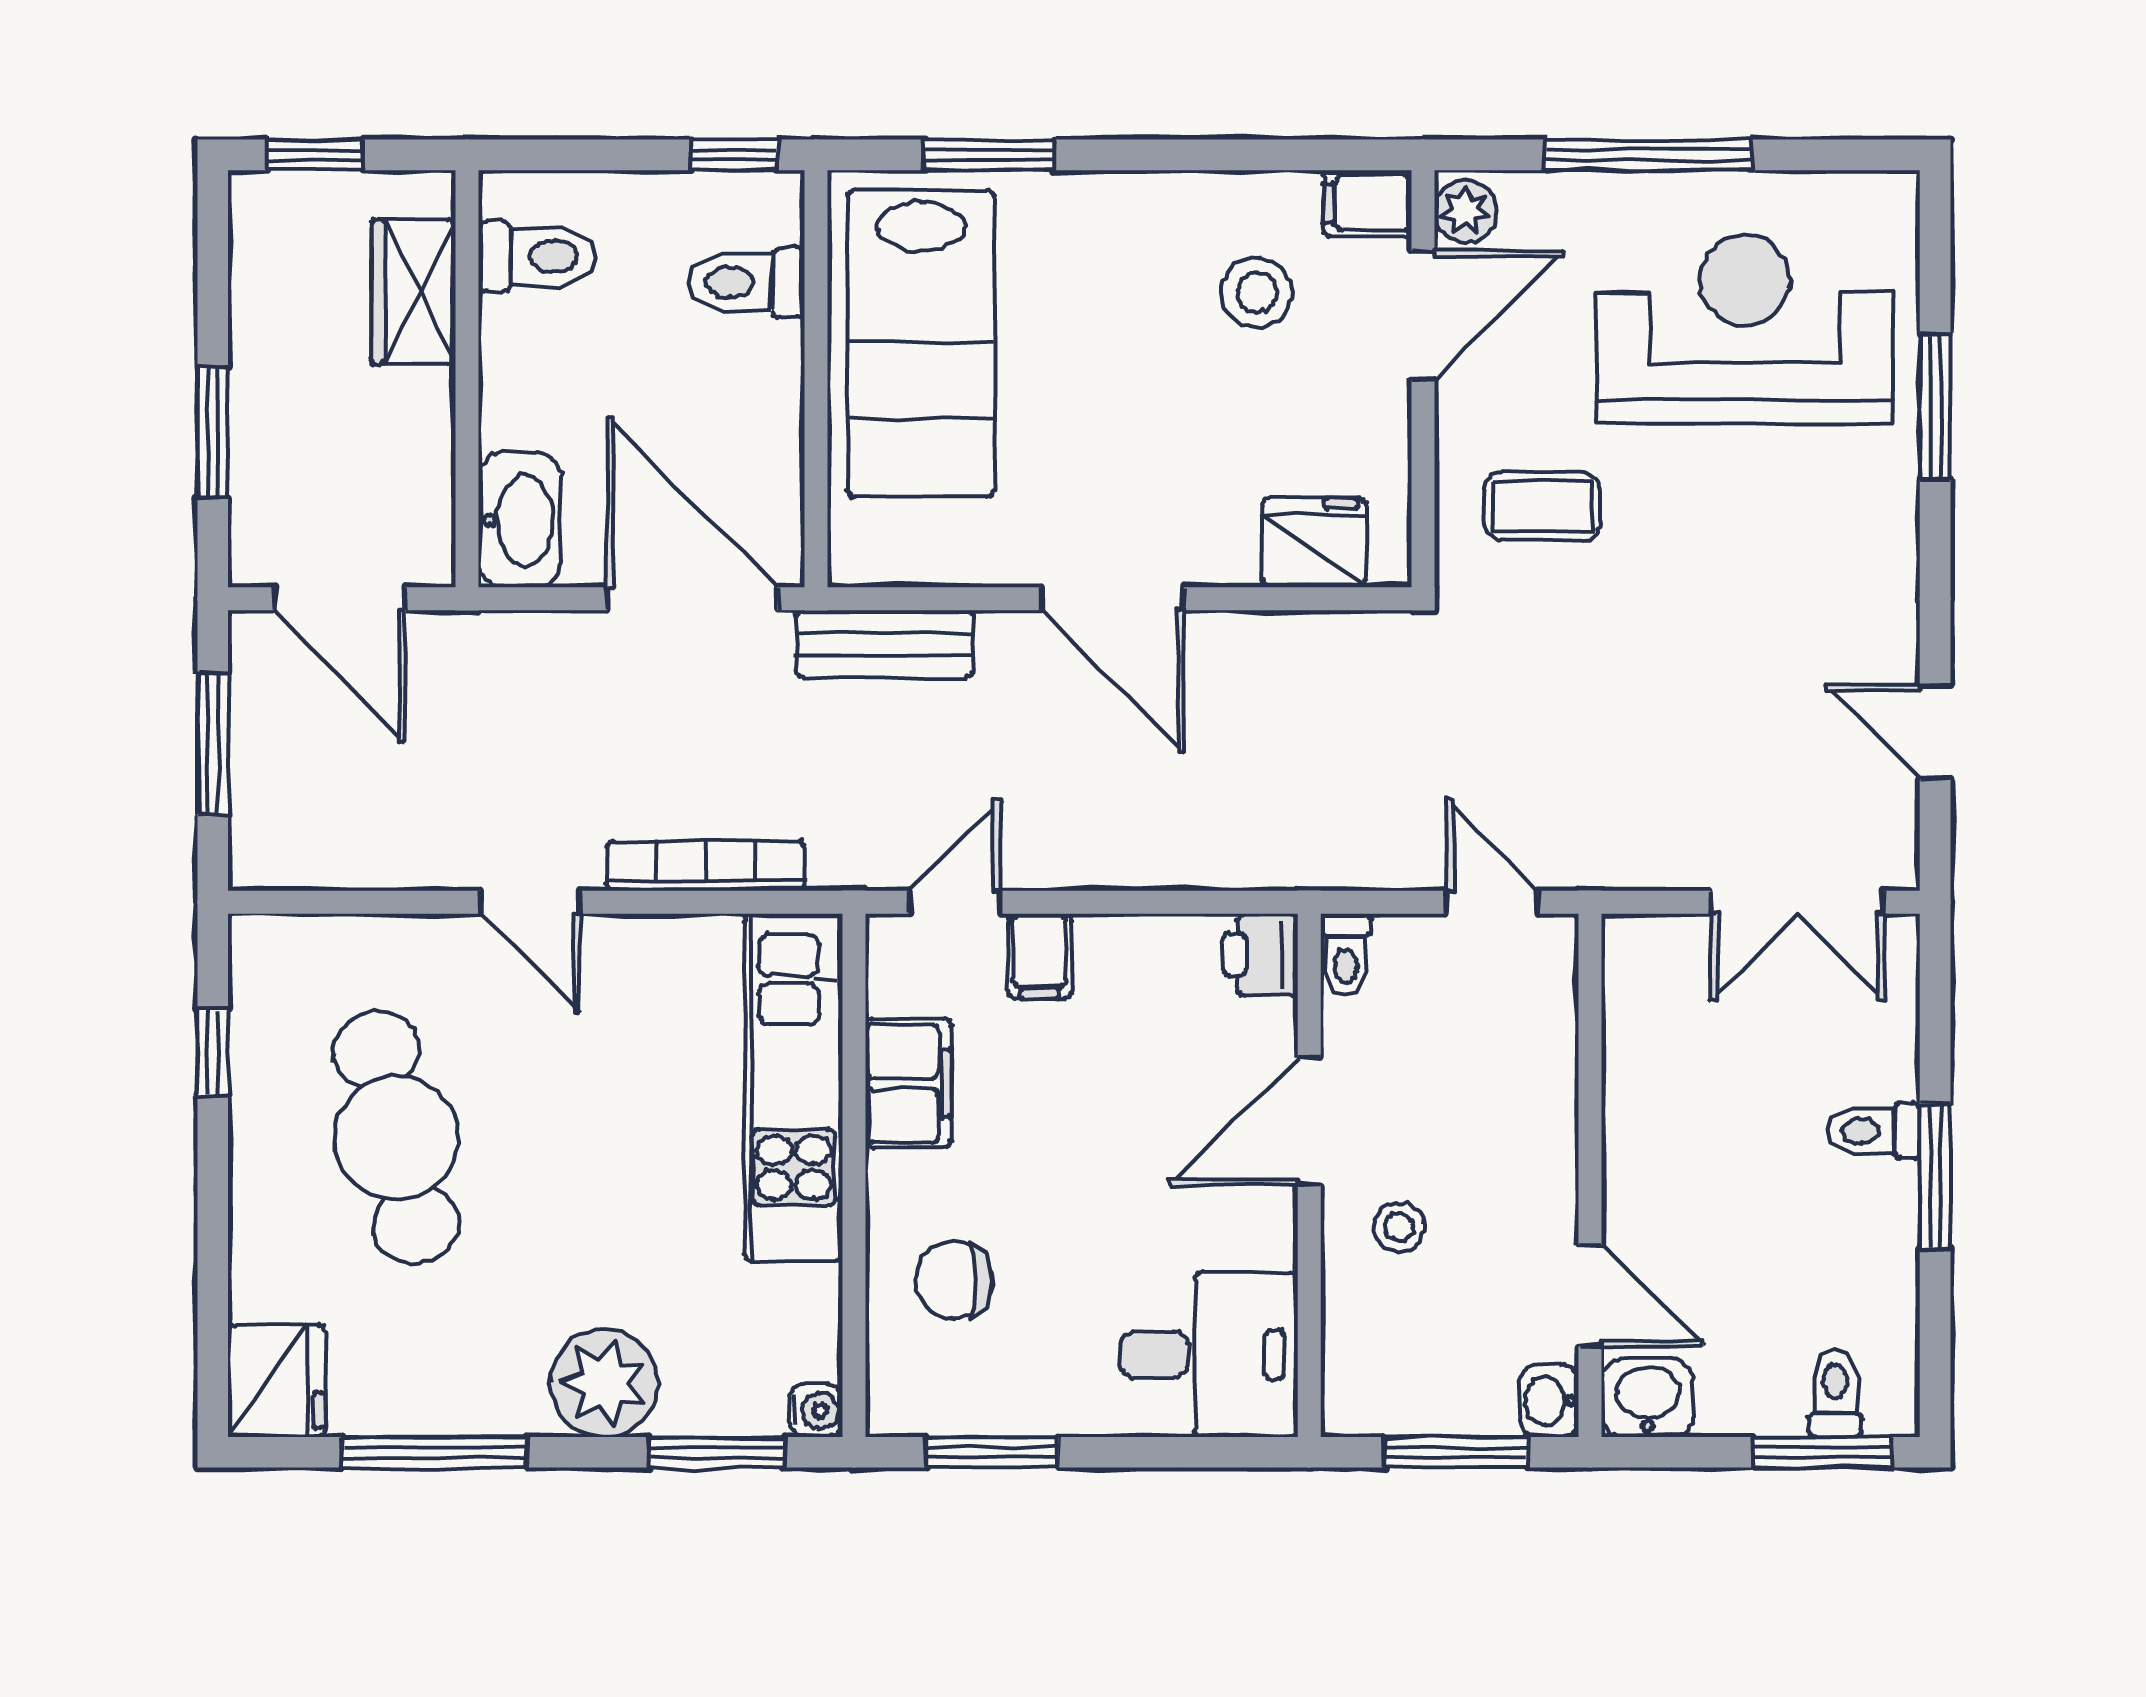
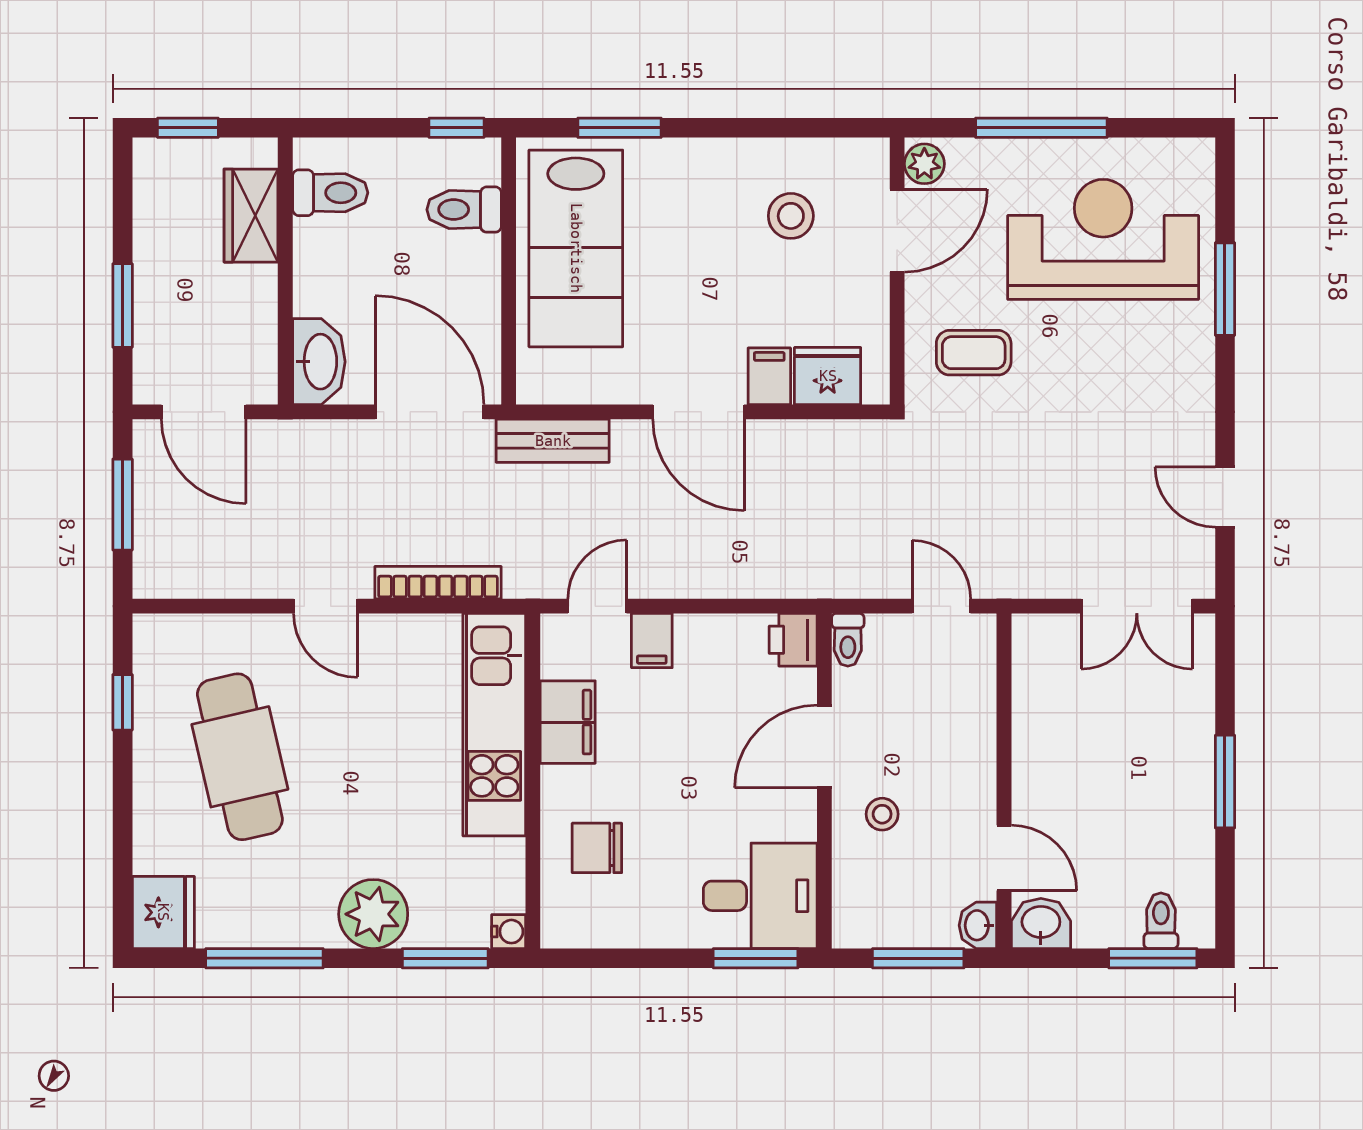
filing cabinet: (1367, 203) -> (769, 376), moved, turned 90
toilet: (1874, 1131) -> (1186, 752), removed
window: (992, 1452) -> (756, 958), moved

